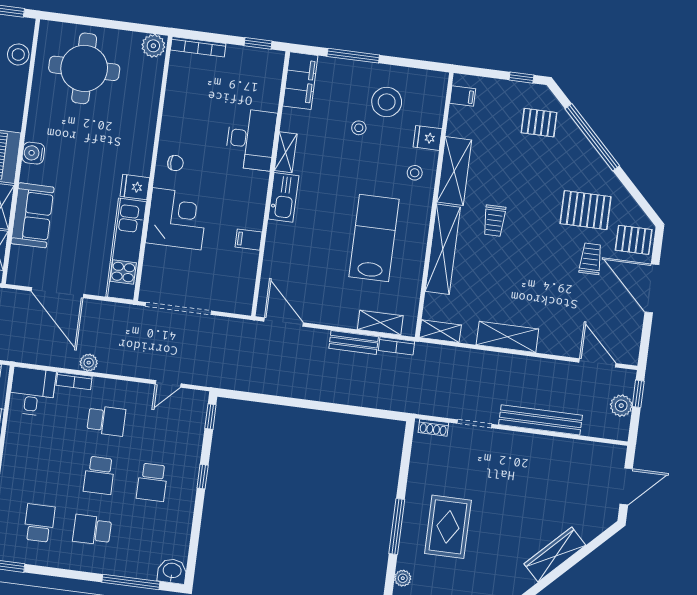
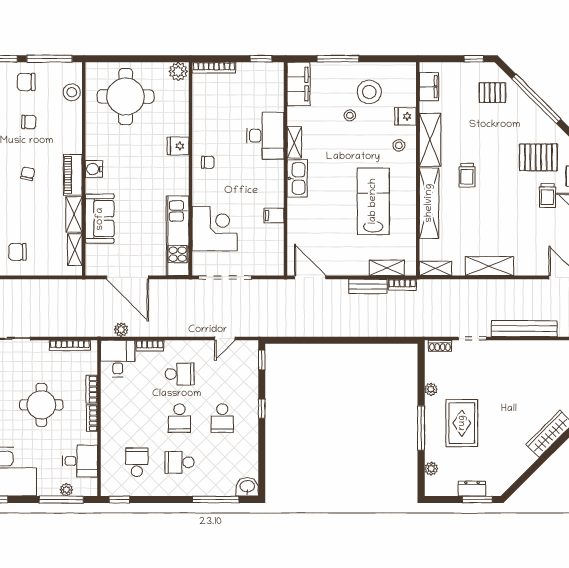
filing cabinet: (463, 96) -> (429, 87), width x2.00
fridge: (135, 187) -> (178, 146), moved
corner desk: (177, 219) -> (215, 229), moved
trolley: (591, 259) -> (547, 195), turned 180
plant: (89, 363) -> (121, 330), moved
plant: (415, 480) -> (431, 389), added

